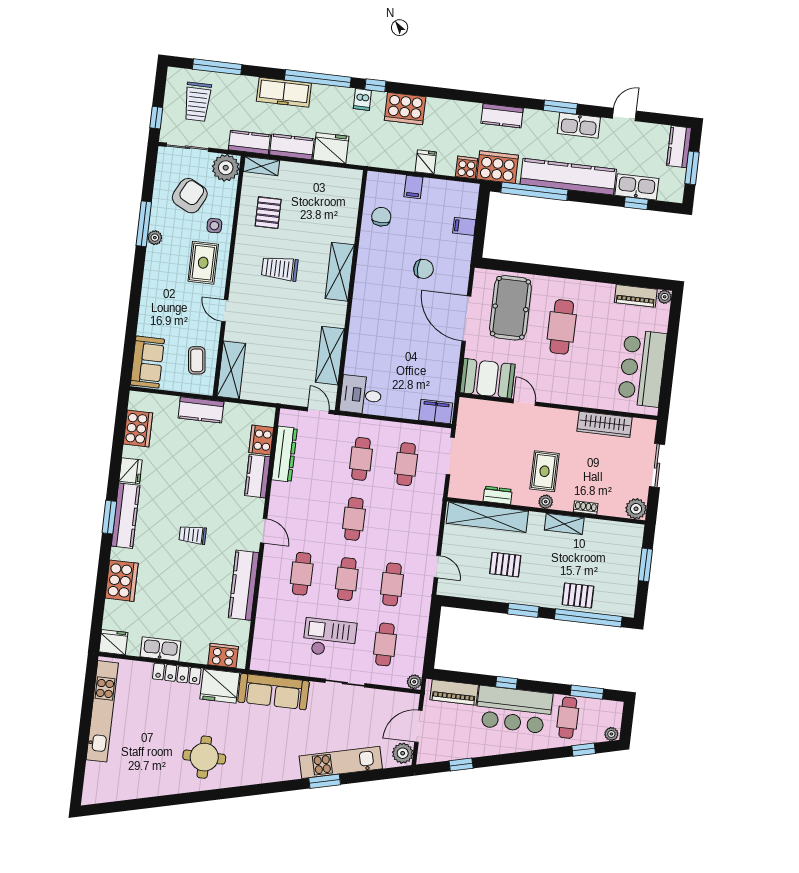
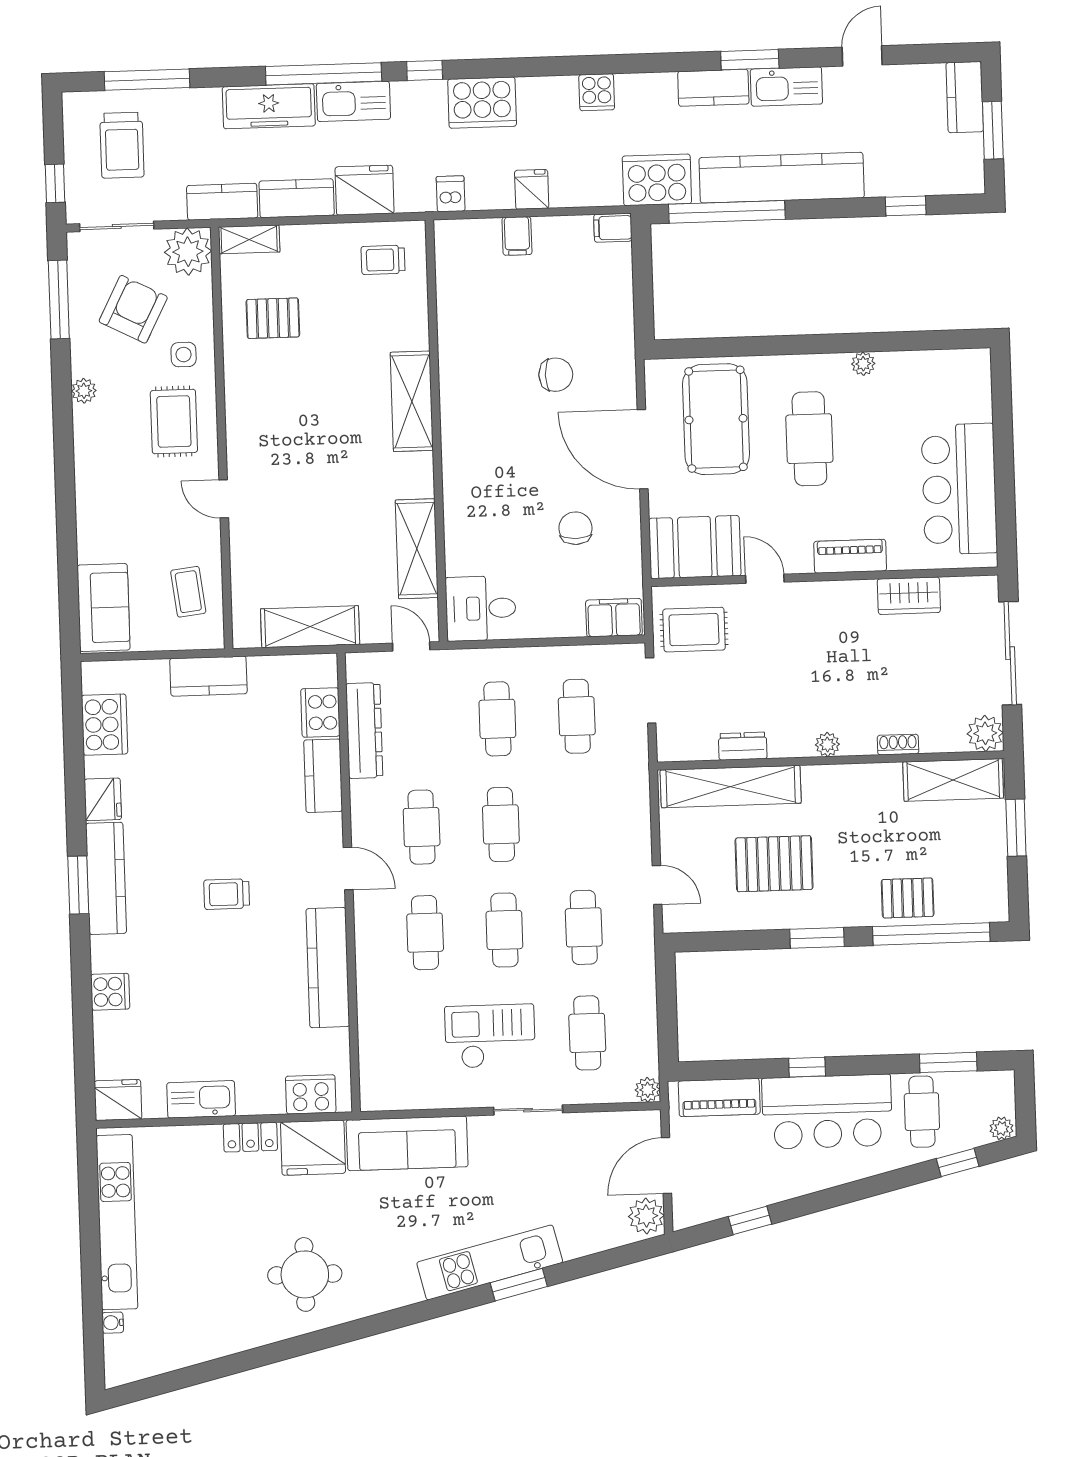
dishwasher: (362, 99) -> (451, 194), moved, turned 180
kitchen counter: (502, 116) -> (713, 88), moved
cooker: (467, 167) -> (597, 92), moved, turned 180
kitchen sink: (637, 187) -> (353, 101), moved, turned 180
pallet: (268, 213) -> (273, 318), turned 90
chair: (381, 217) -> (575, 528), moved
window: (144, 224) -> (59, 300), moved
filing cabinet: (464, 226) -> (613, 228), moved
trolley: (280, 269) -> (383, 260), moved, width x0.73, depth x0.72
piano: (636, 296) -> (850, 556), moved, turned 180
plant: (665, 297) -> (863, 364), moved
shelving: (231, 370) -> (310, 627), moved, turned 90
wardrobe: (605, 424) -> (909, 596), width x0.67
sliding door: (657, 466) -> (1010, 653), width x1.37
rug: (545, 471) -> (694, 630), moved, turned 90
cafe table: (309, 514) -> (422, 827), added
shelving: (564, 524) -> (953, 780), moved, width x1.50, depth x1.33
pallet: (505, 565) -> (774, 864), width x1.50, depth x1.42
cooker: (122, 581) -> (110, 992), width x0.53, depth x0.76
locker: (177, 674) -> (250, 1137), width x0.66
kitchen unit: (341, 762) -> (490, 1262), moved
water cooler: (91, 768) -> (113, 1323), added

